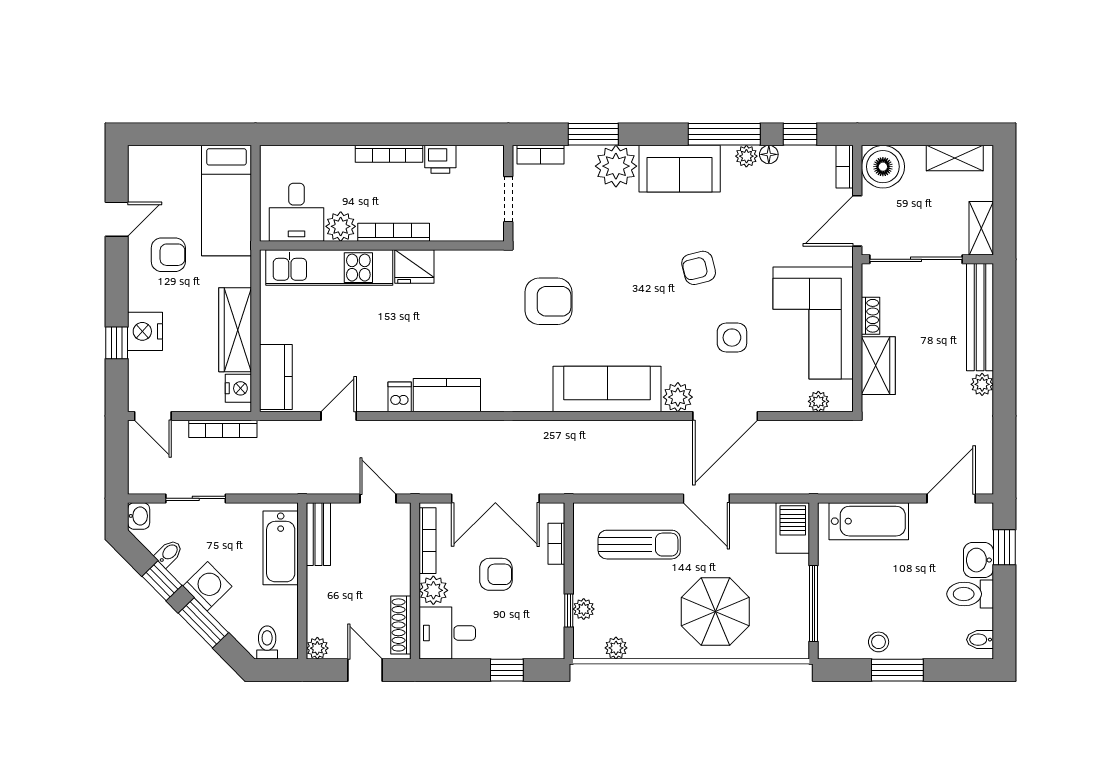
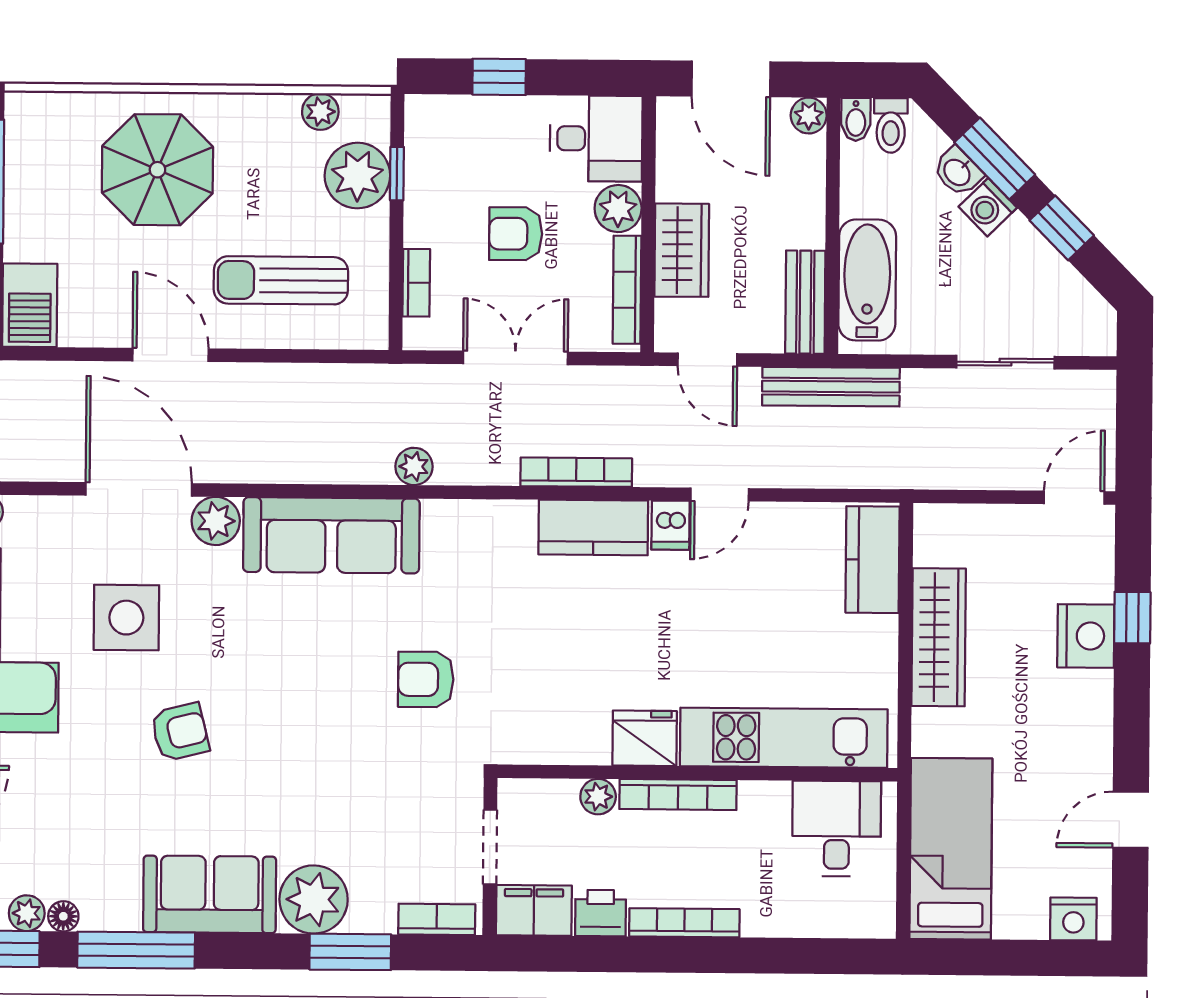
plant: (746, 156) -> (27, 913), moved
filing cabinet: (481, 161) -> (534, 910), added
plant: (341, 226) -> (598, 797), moved, width x0.73, depth x0.73
armchair: (168, 255) -> (1047, 761), removed
armchair: (548, 301) -> (426, 679), width x0.72, depth x0.72
side table: (732, 338) -> (126, 618), width x1.37, depth x1.37
nightstand: (238, 388) -> (1073, 919), moved, turned -90
door: (153, 416) -> (1074, 498), hinge flipped
door: (339, 416) -> (720, 494), moved
door: (725, 416) -> (139, 489), hinge flipped
bookcase: (223, 429) -> (576, 472), moved
plant: (557, 431) -> (414, 466), added
bench: (302, 482) -> (831, 387), added
double door: (495, 498) -> (515, 358), width x0.73
washbasin: (139, 516) -> (958, 172), moved, turned -45
bidet: (169, 553) -> (856, 119), moved, turned -45
wardrobe: (394, 565) -> (682, 250), added
washing machine: (207, 586) -> (988, 207), width x0.73, depth x0.73
plant: (584, 609) -> (357, 176), width x1.88, depth x1.88
shoe rack: (401, 625) -> (672, 152), removed
door: (365, 670) -> (731, 79), width x1.38

